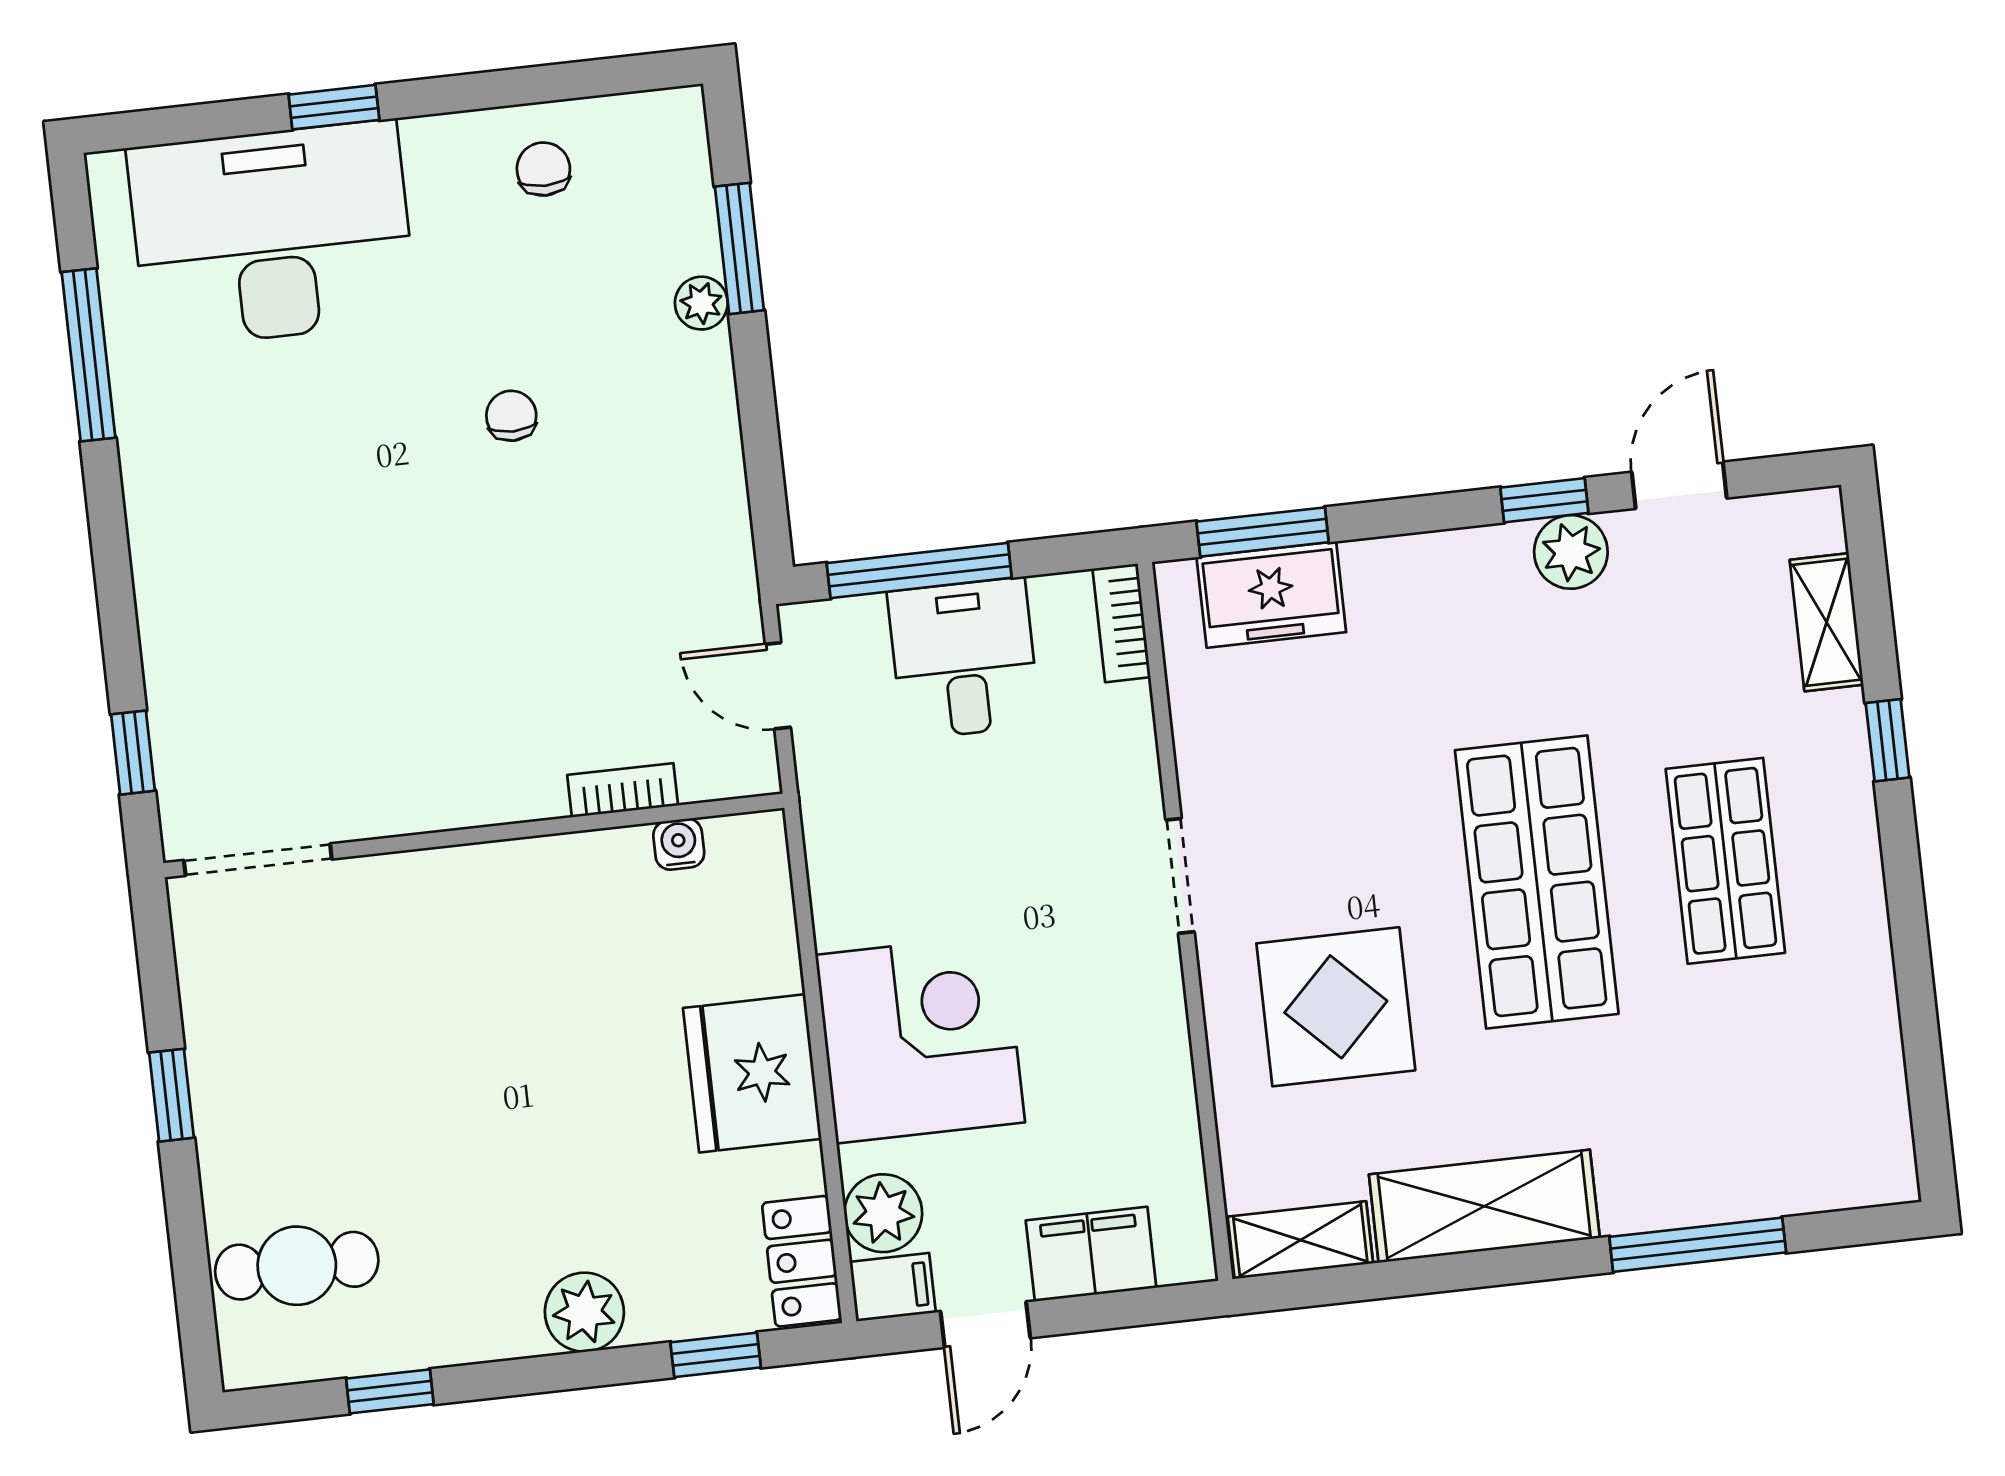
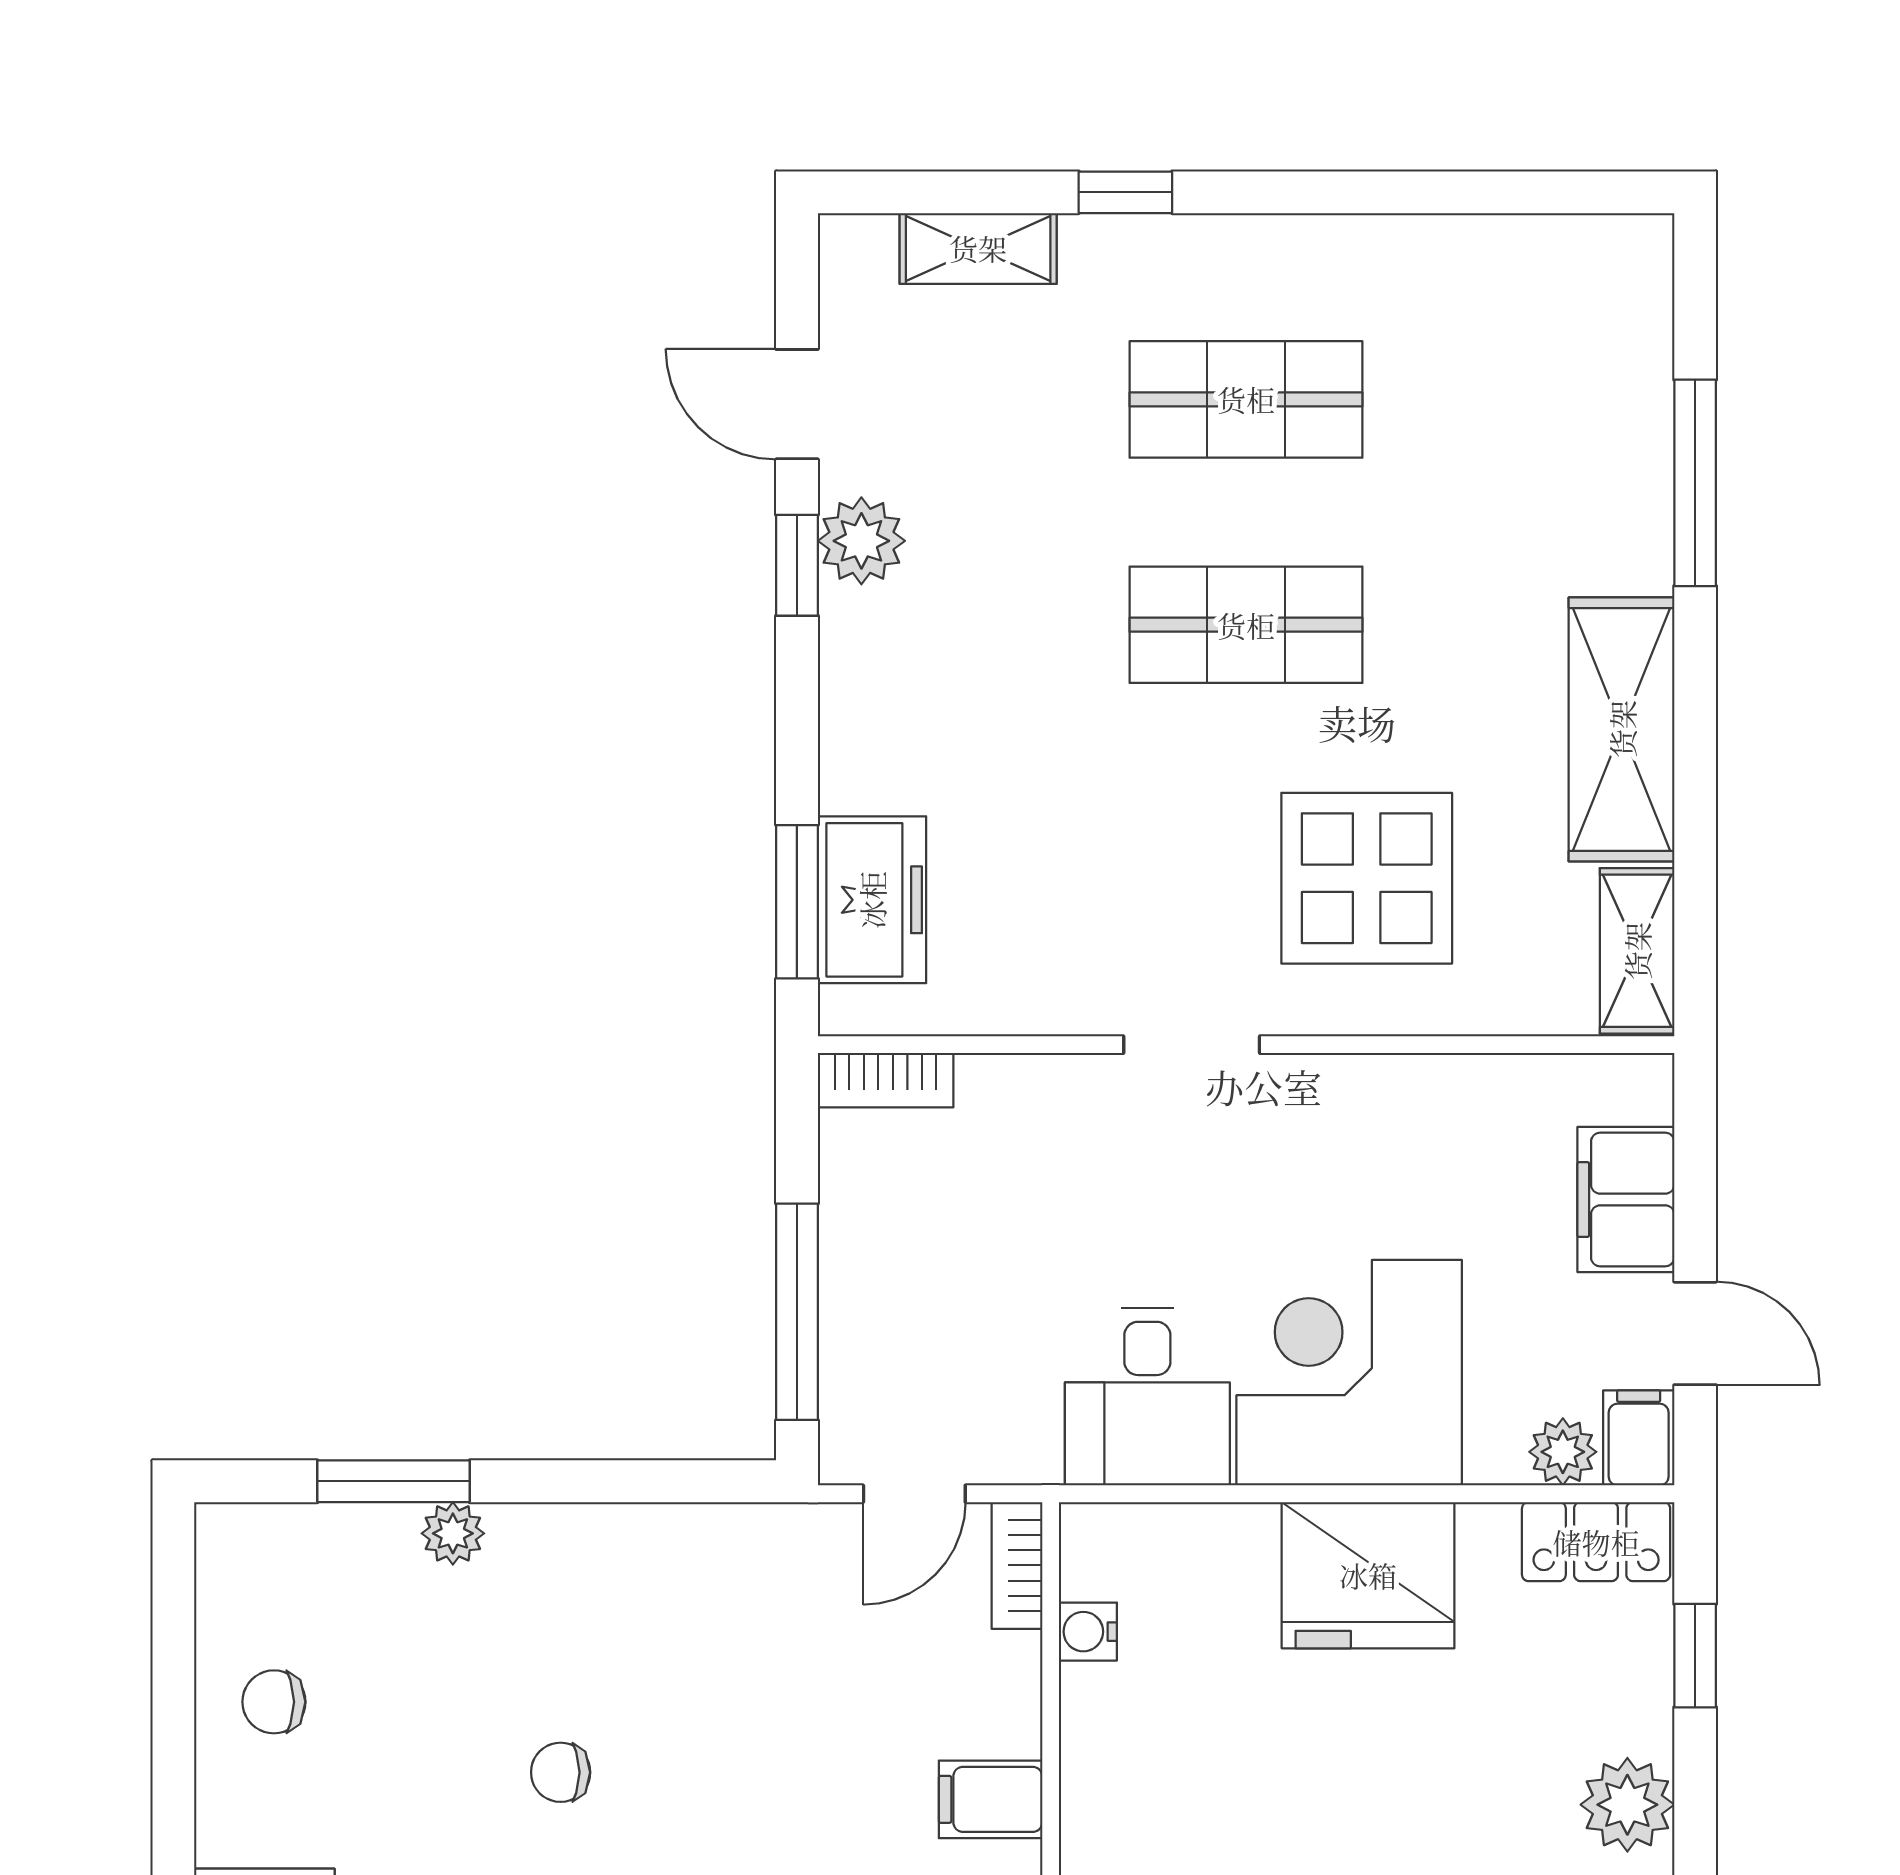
desk: (964, 658) -> (1147, 1397), moved, turned -90
filing cabinet: (529, 778) -> (991, 1799), added
bookcase: (623, 790) -> (1017, 1565), moved
shop shelf: (1537, 882) -> (1246, 625), width x0.70, depth x0.74
plant: (883, 1213) -> (1563, 1452), width x0.73, depth x0.73

